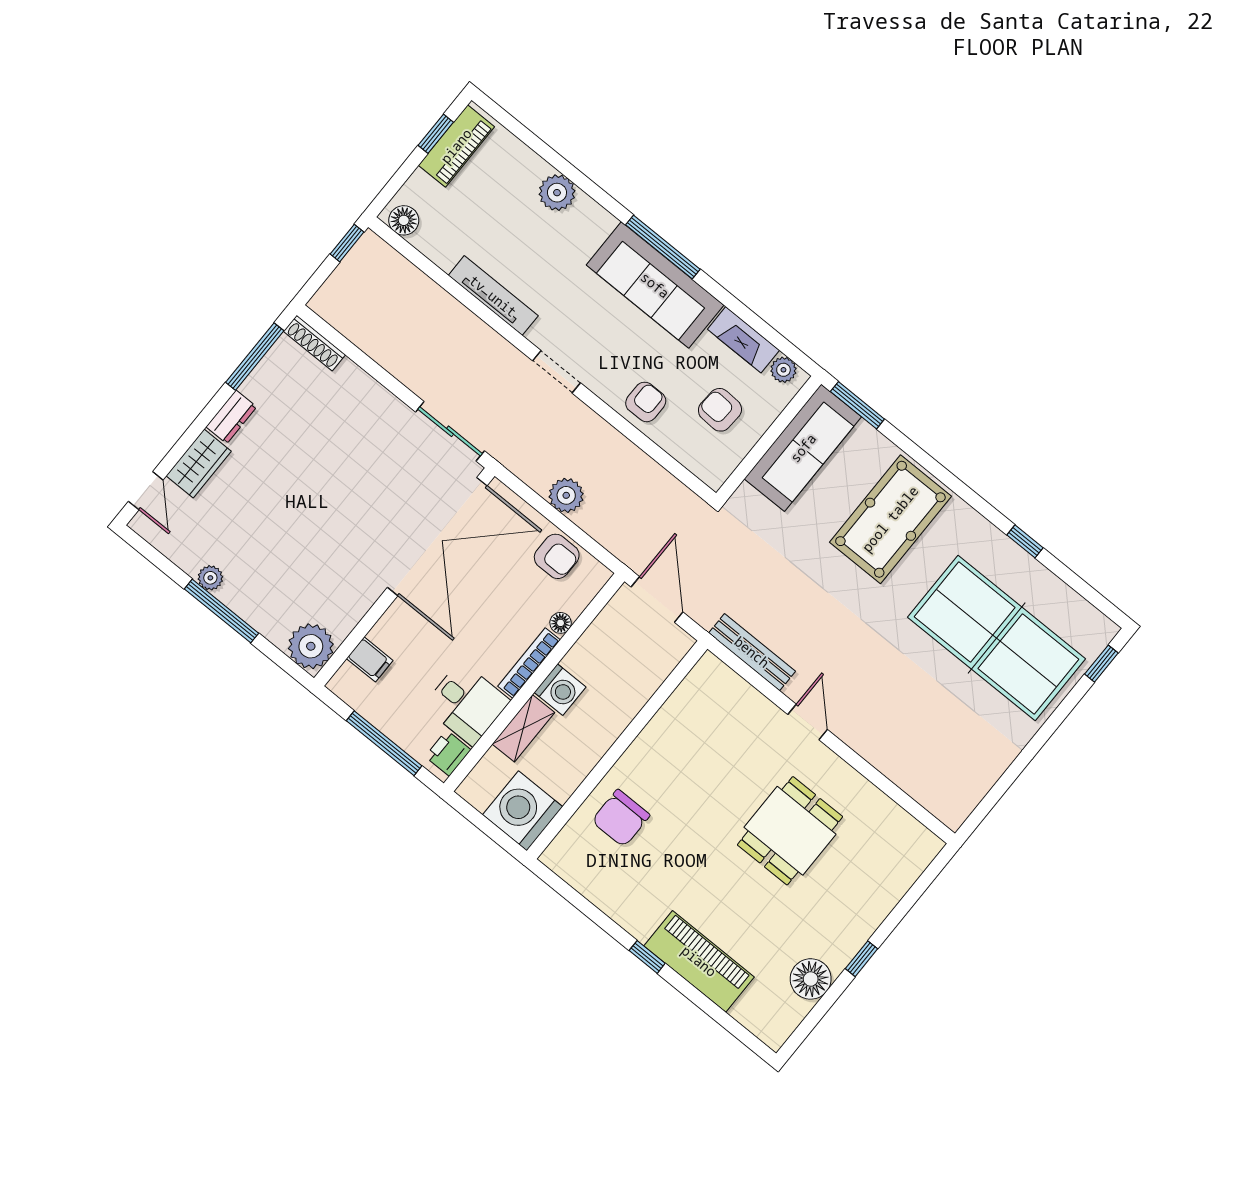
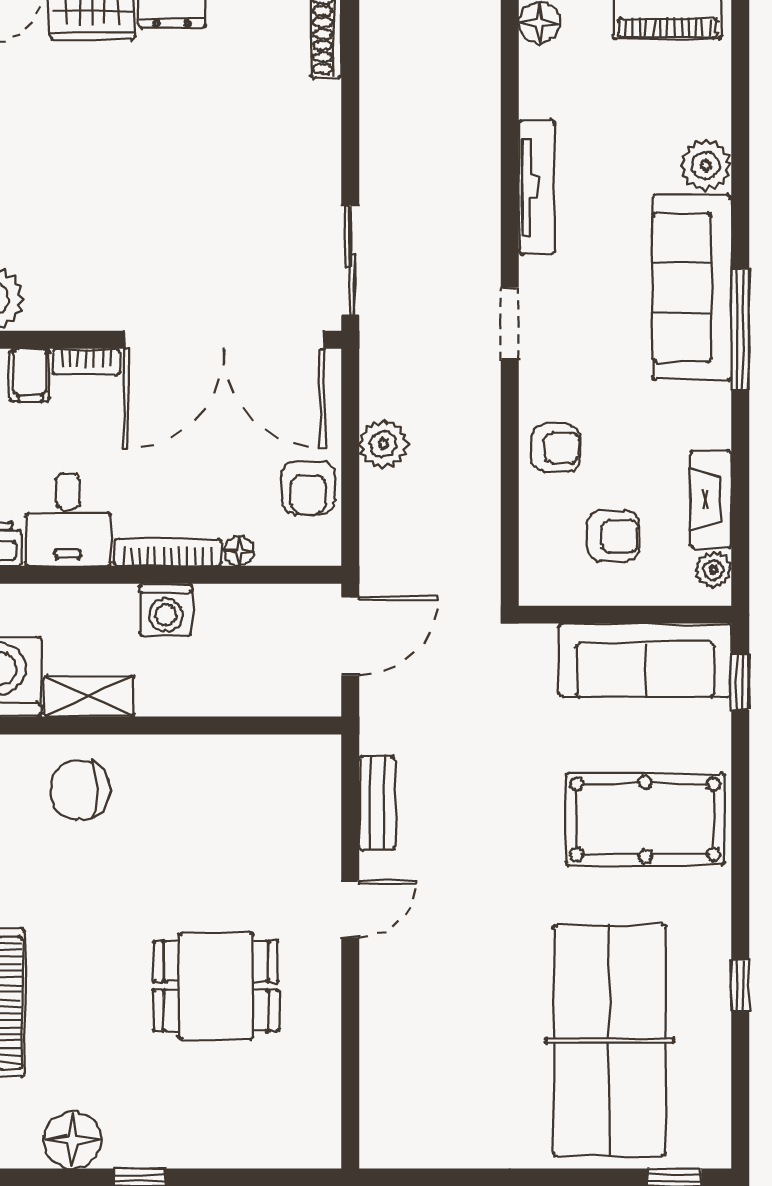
sofa: (655, 285) -> (692, 287), moved
window: (857, 405) -> (740, 682), width x0.67
armchair: (720, 410) -> (613, 536), turned 87
bookcase: (388, 622) -> (86, 362), added
bench: (752, 652) -> (377, 803), width x0.73
shelving: (523, 728) -> (89, 696), moved

